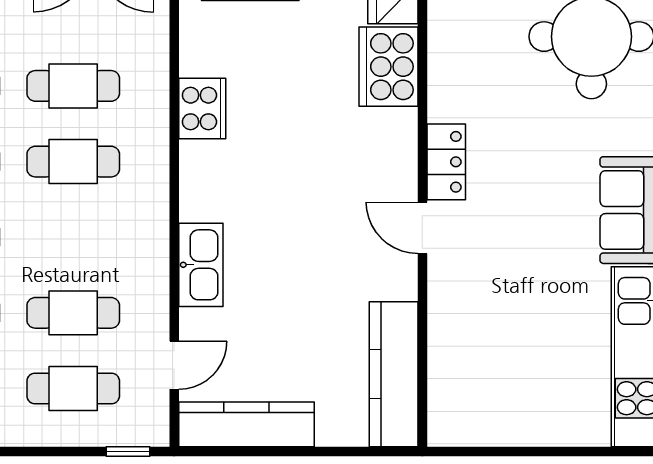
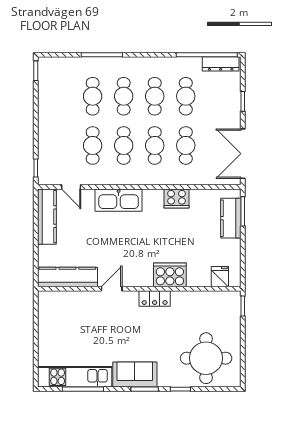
cooker: (388, 67) -> (170, 275), moved
door: (422, 228) -> (112, 289), moved
kitchen sink: (201, 265) -> (119, 200), width x1.36, depth x1.24
cafe table: (73, 389) -> (124, 145), moved

